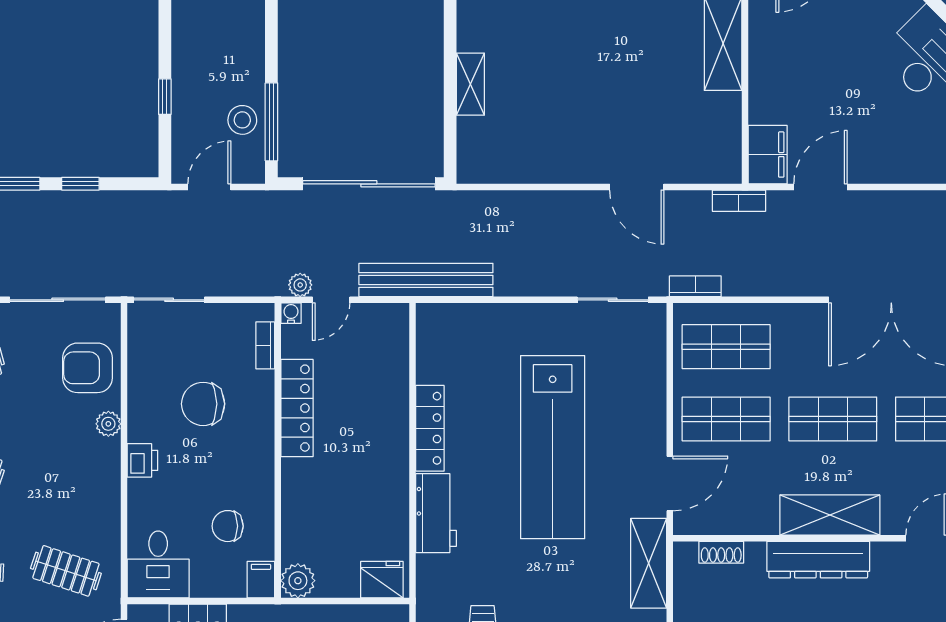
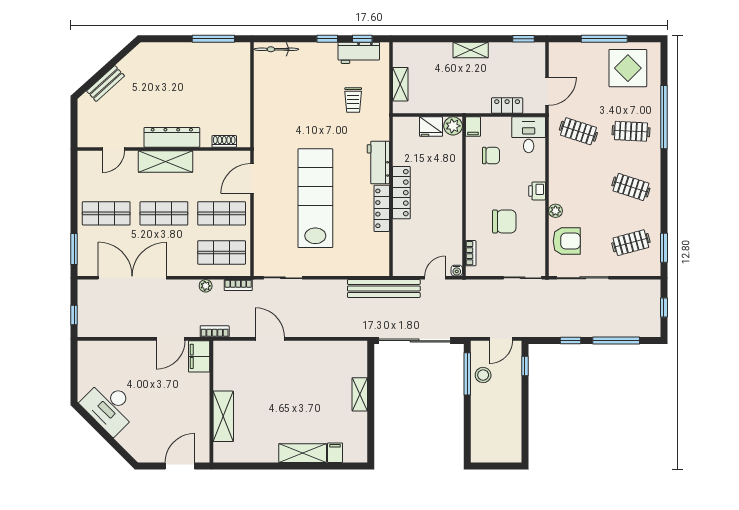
window: (165, 97) -> (525, 366), moved
plant: (300, 285) -> (206, 286), moved
locker: (297, 408) -> (401, 193), moved, turned 180
shelving: (649, 563) -> (263, 135), removed
fridge: (382, 580) -> (431, 127), moved

